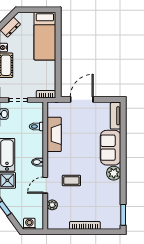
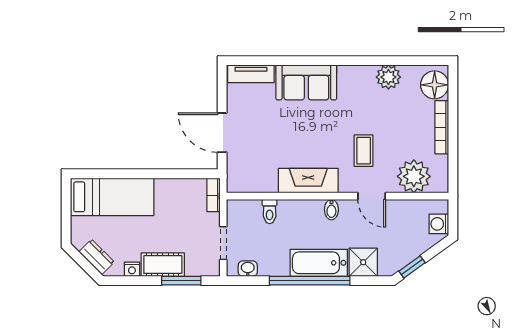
fireplace: (54, 134) -> (308, 181), moved
plant: (114, 173) -> (388, 77), moved
plant: (52, 205) -> (414, 176), width x1.88, depth x1.88
window: (123, 215) -> (423, 61), removed
floor lamp: (109, 221) -> (435, 85), added

